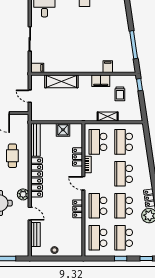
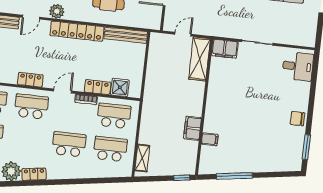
filing cabinet: (37, 68) -> (225, 49), width x2.00
shelving: (61, 81) -> (200, 59), moved
trolley: (120, 94) -> (173, 151), removed
shelving: (108, 117) -> (142, 158), moved
shower: (63, 130) -> (120, 87), moved
school desk: (124, 206) -> (28, 140), removed

